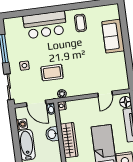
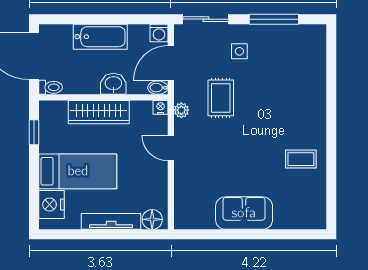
bar counter: (45, 25) -> (306, 97), removed
sofa: (113, 36) -> (244, 213), moved
door: (105, 94) -> (171, 148), moved
washing machine: (22, 124) -> (159, 33), moved

